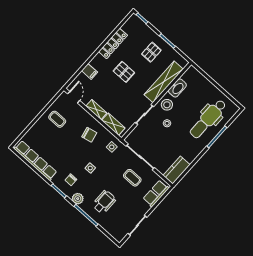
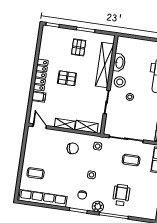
locker: (113, 43) -> (41, 75), moved
coffee table: (57, 119) -> (36, 173), moved

